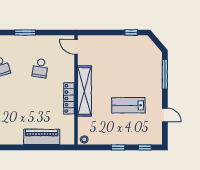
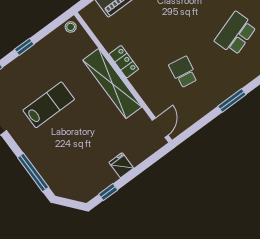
fridge: (113, 42) -> (121, 165), added
door: (76, 47) -> (160, 128), hinge flipped
locker: (69, 98) -> (124, 62), width x0.66

